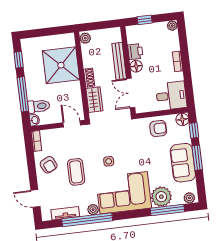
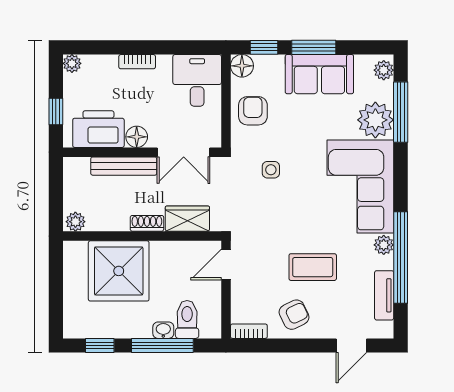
printer: (135, 52) -> (98, 129), width x1.87, depth x1.48
washbasin: (34, 120) -> (163, 330), moved
side table: (109, 161) -> (271, 170), moved

